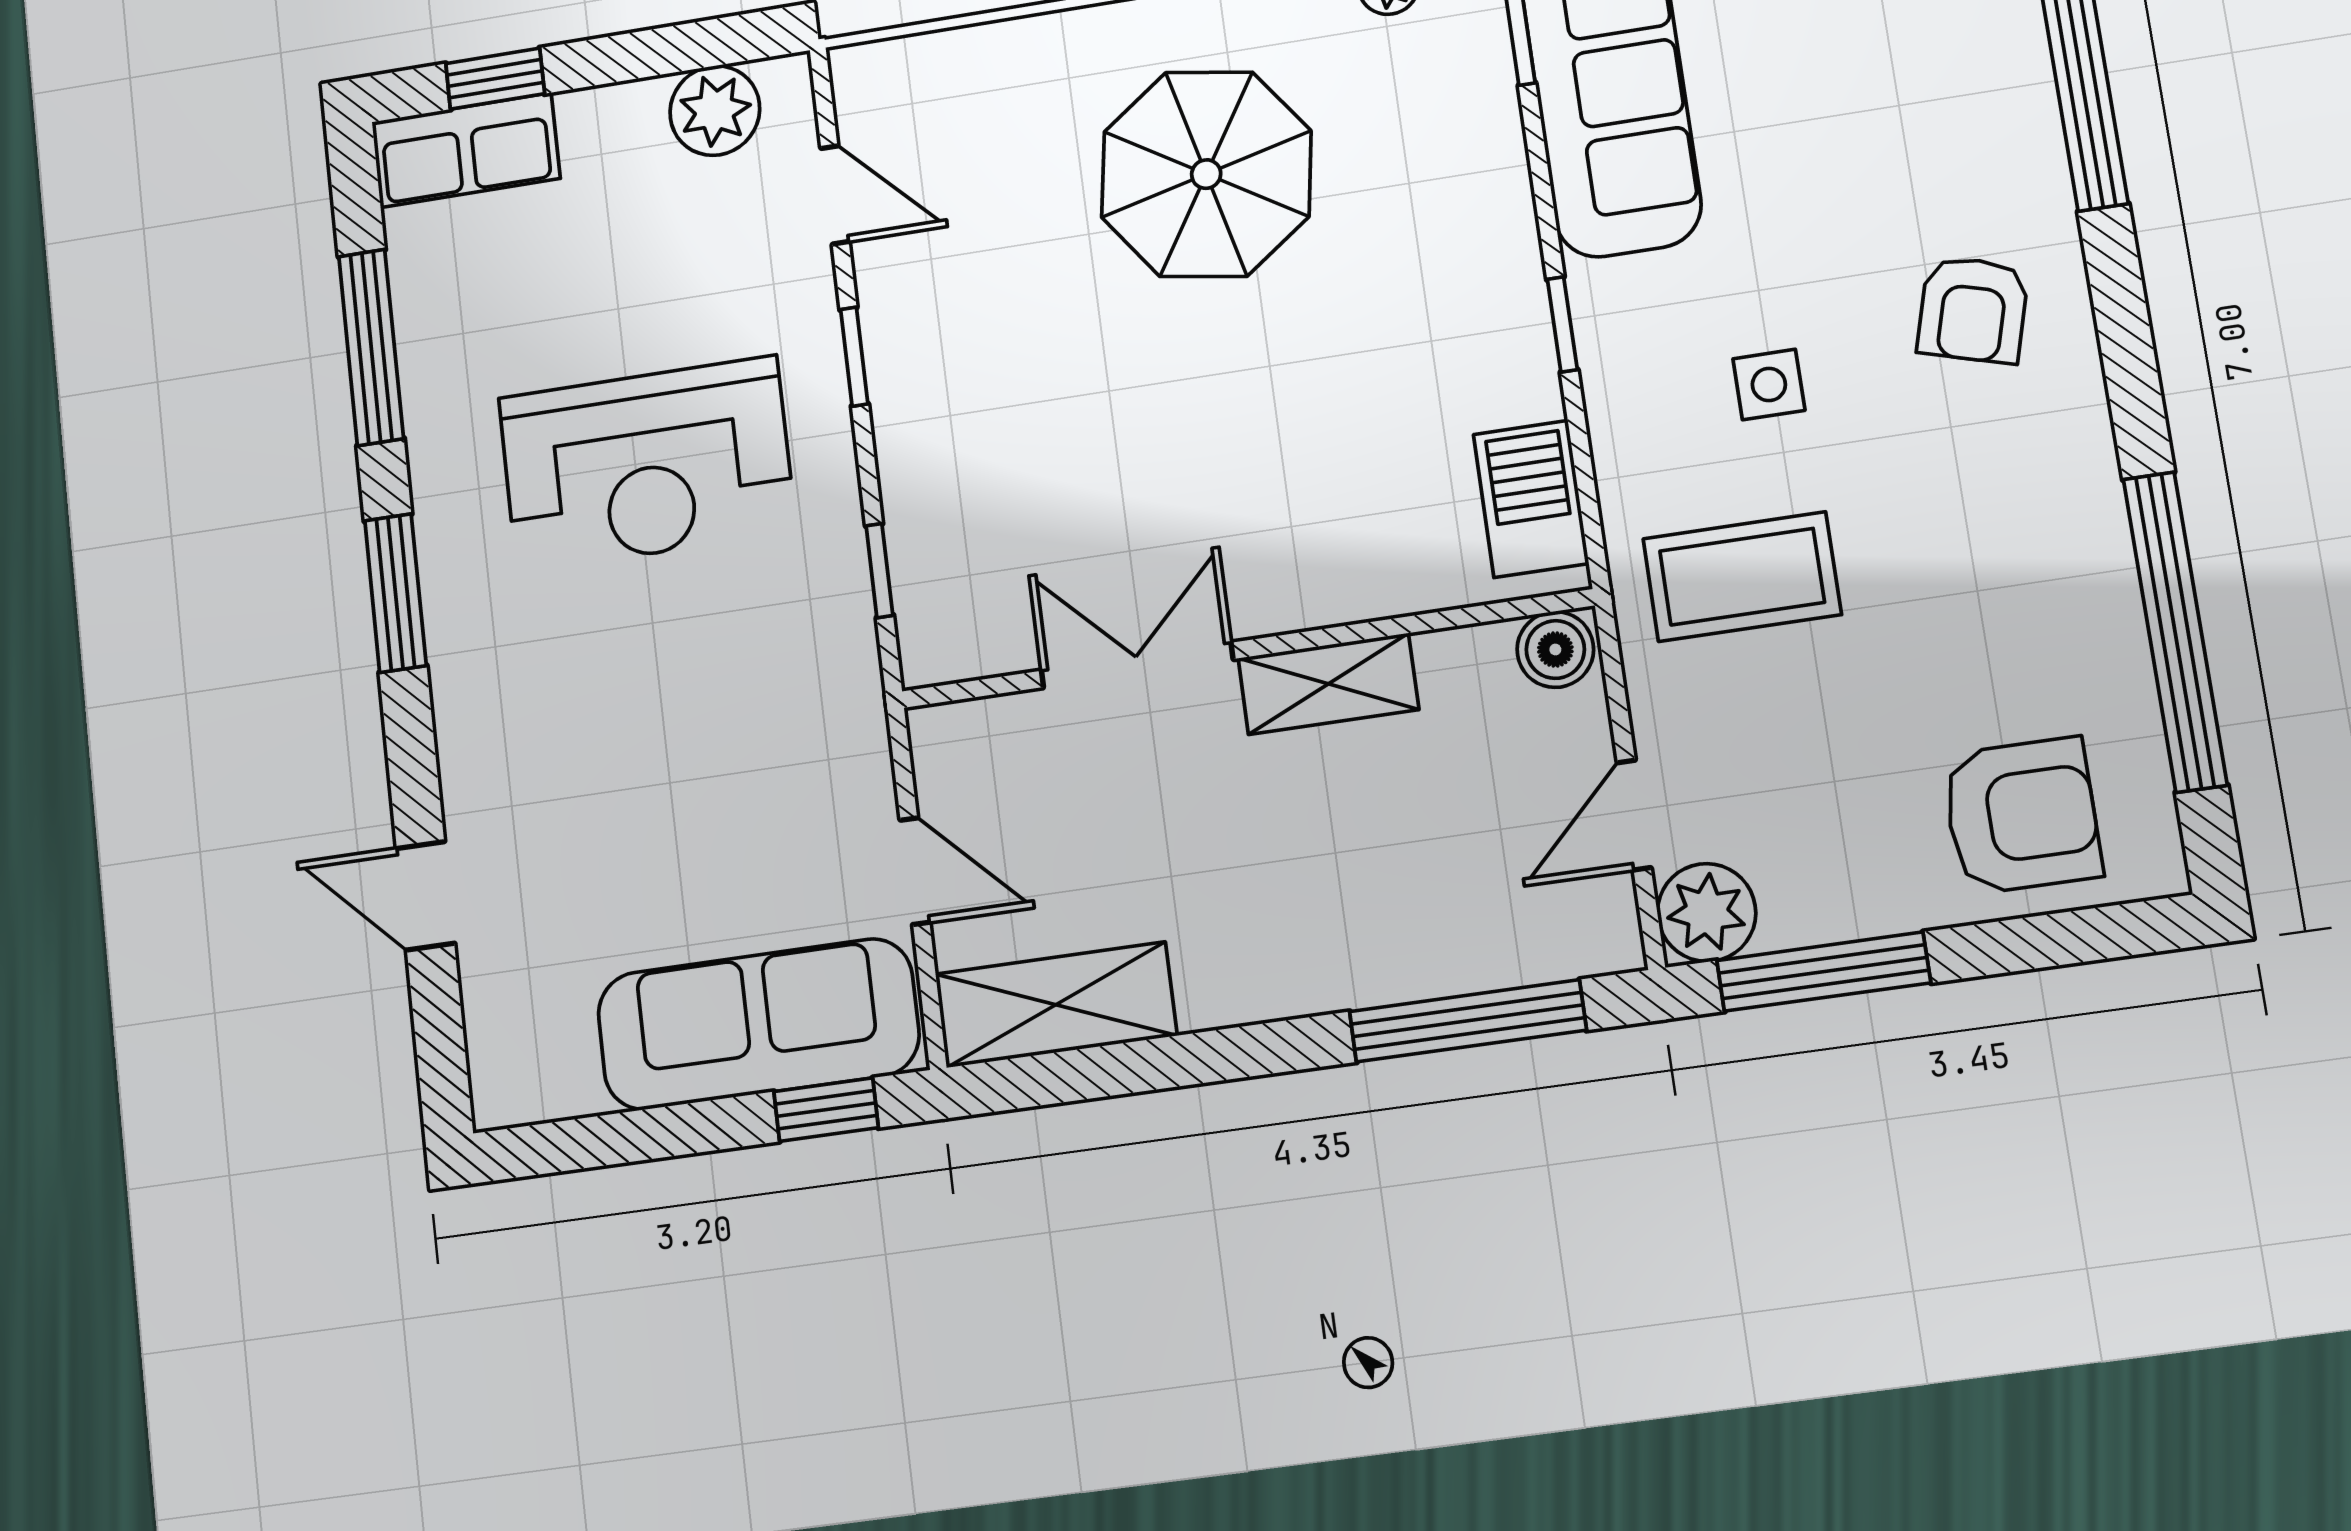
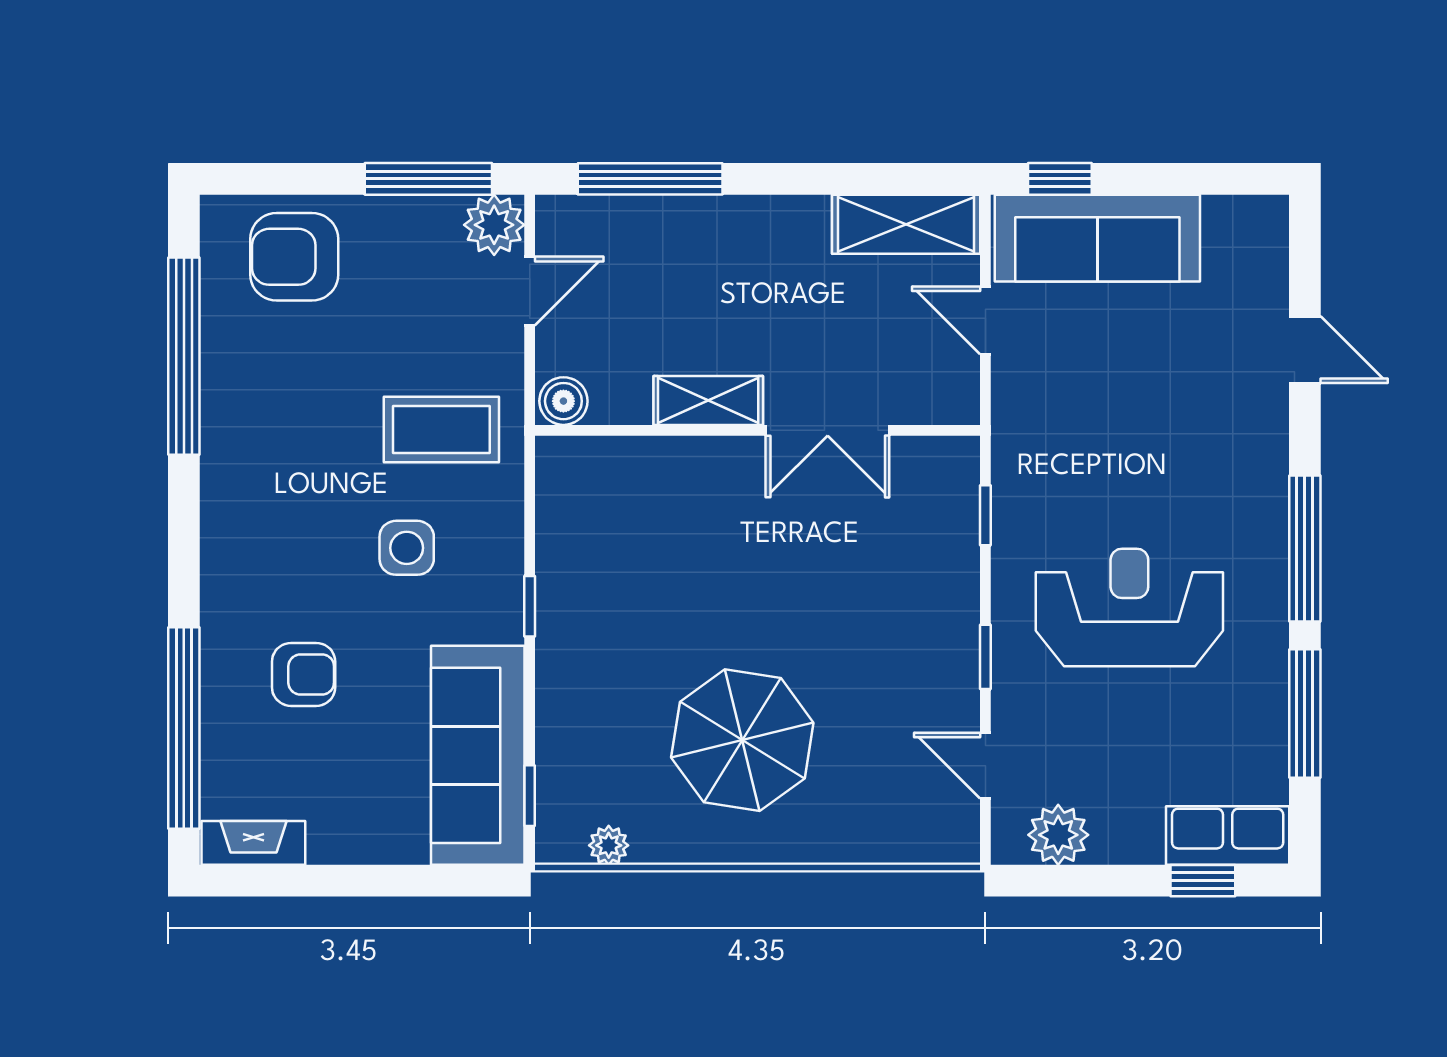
armchair: (1973, 310) -> (304, 674), moved, turned 74
side table: (1769, 384) -> (407, 548), width x1.37, depth x1.37
barbecue: (1531, 499) -> (565, 498), removed
window: (395, 593) -> (1305, 549), width x1.44

